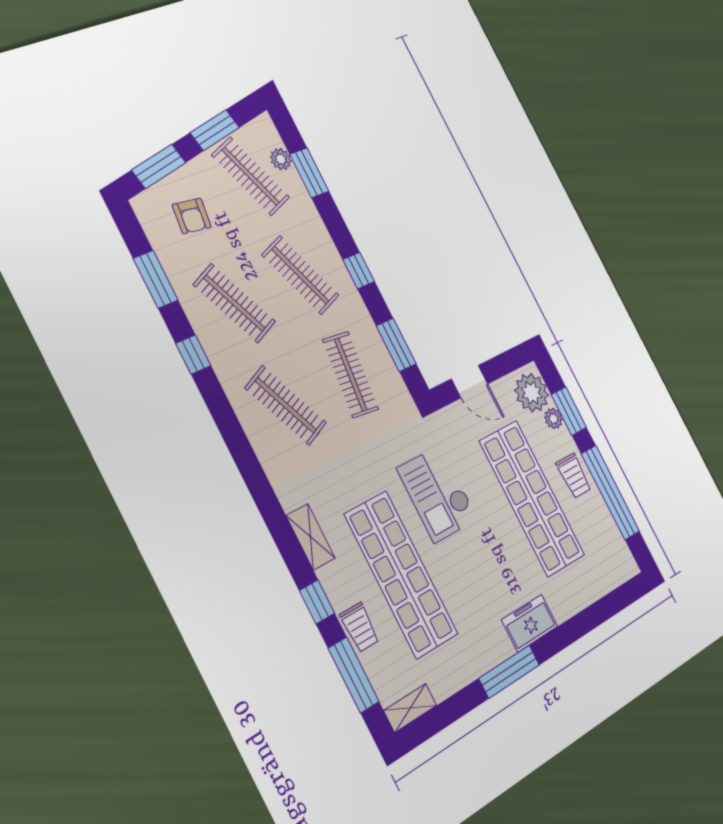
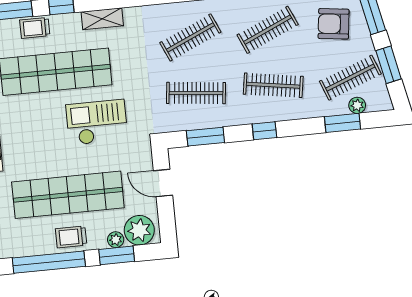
armchair: (192, 216) -> (334, 24), width x1.38, depth x1.38
clothes rail: (300, 275) -> (273, 85), turned 30
door: (470, 381) -> (163, 183), hinge flipped

